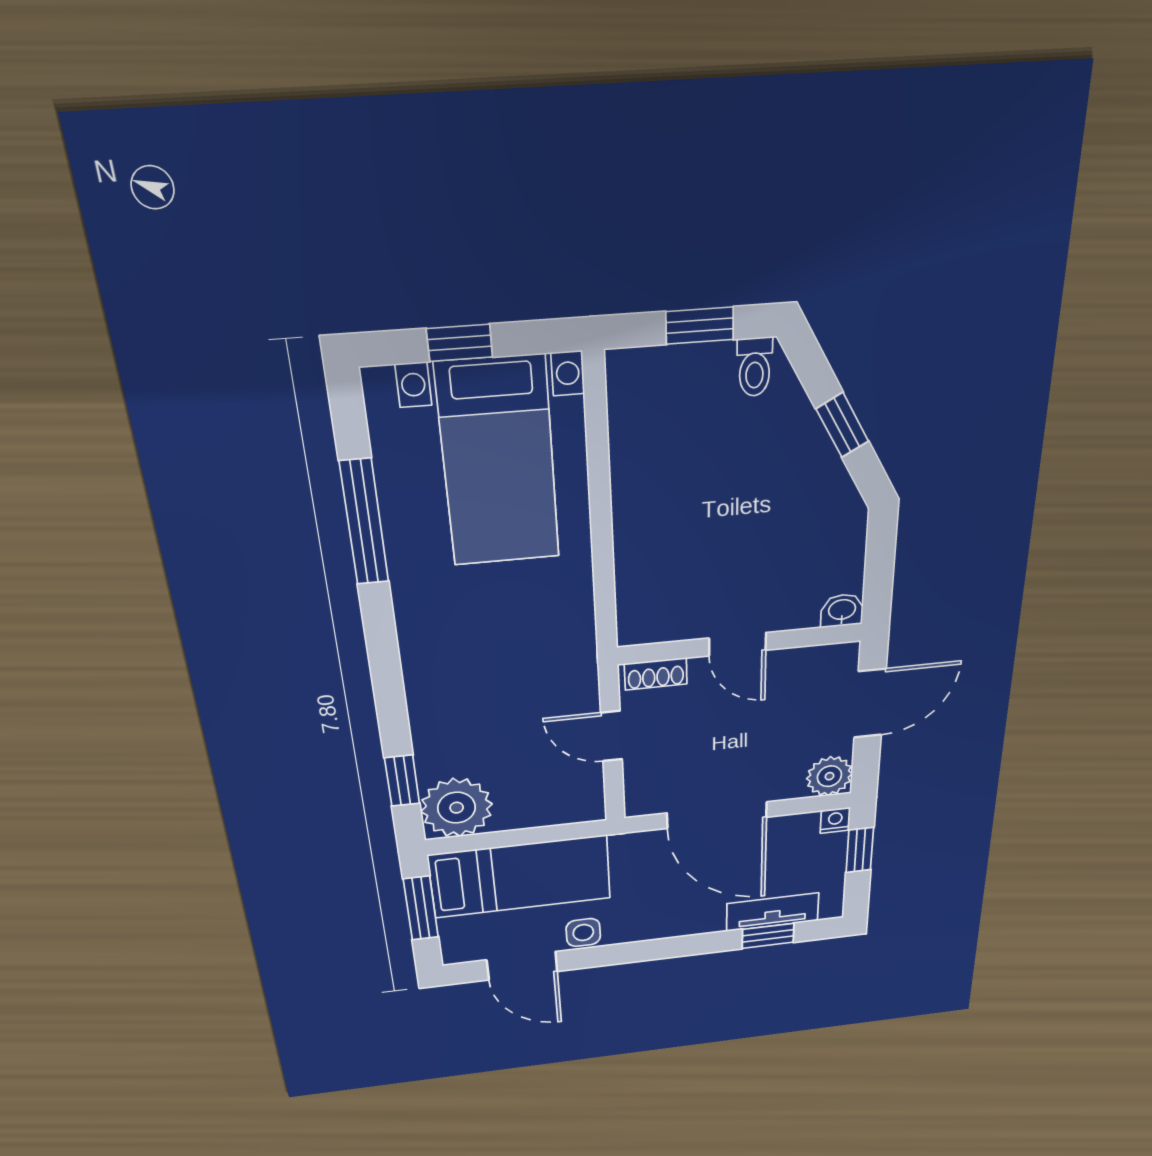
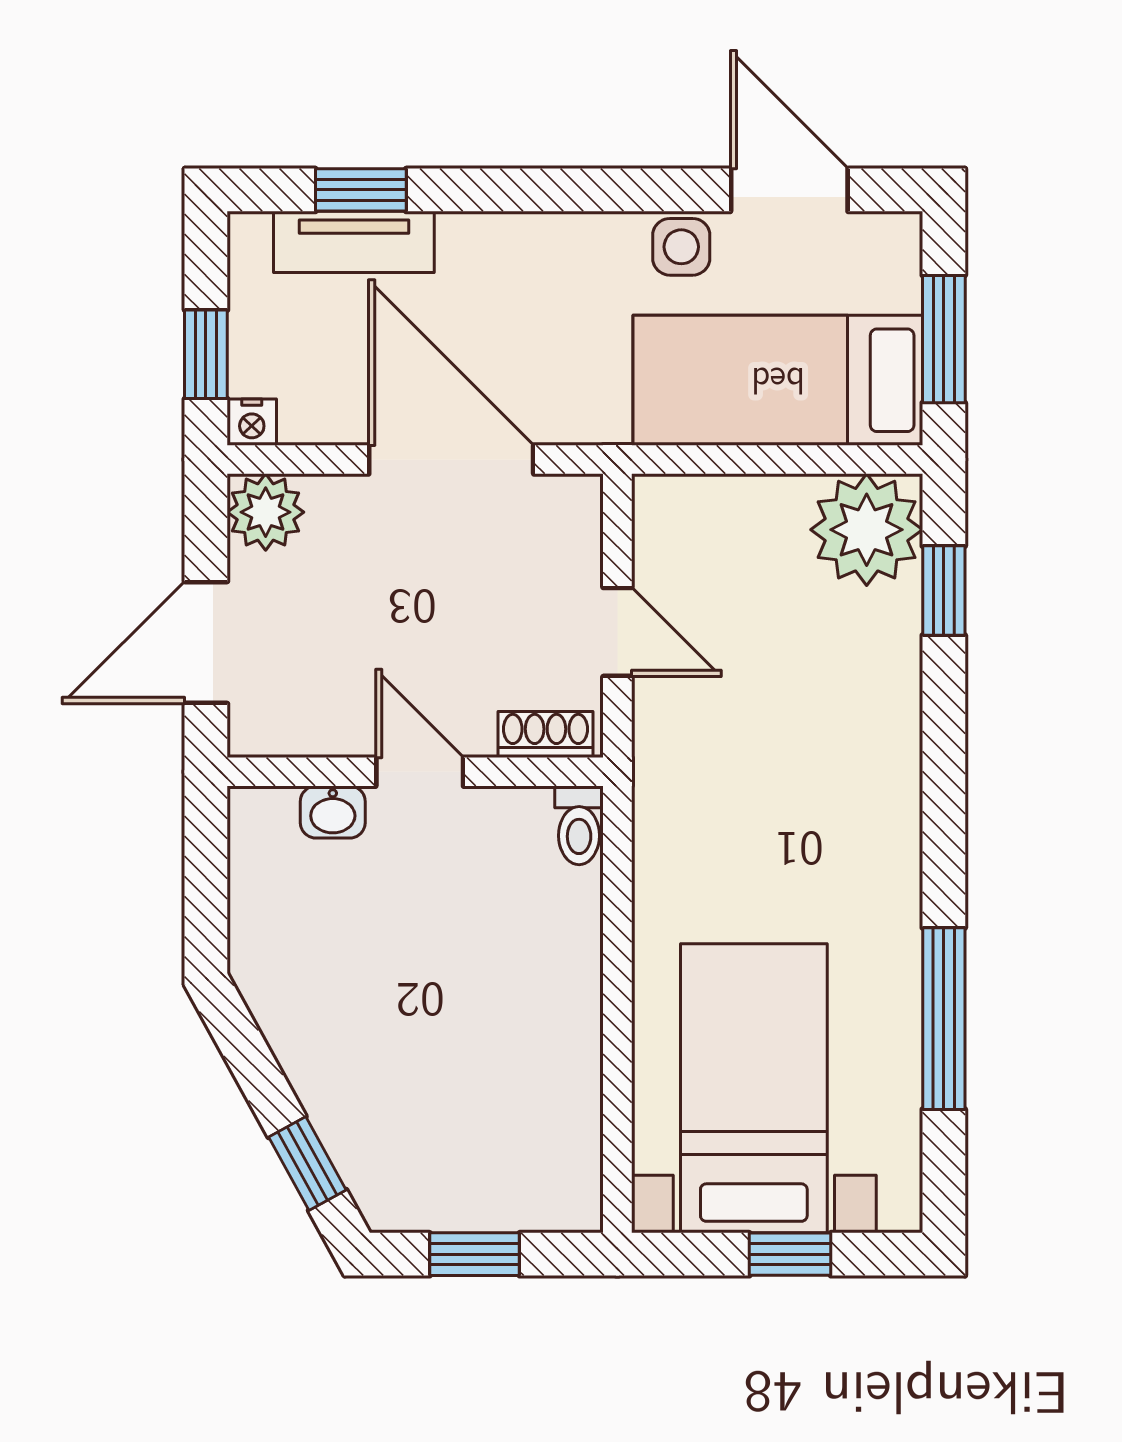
toilet: (755, 367) -> (579, 825), moved, turned 180
window: (842, 425) -> (307, 1164), moved
washbasin: (842, 610) -> (333, 812), moved

